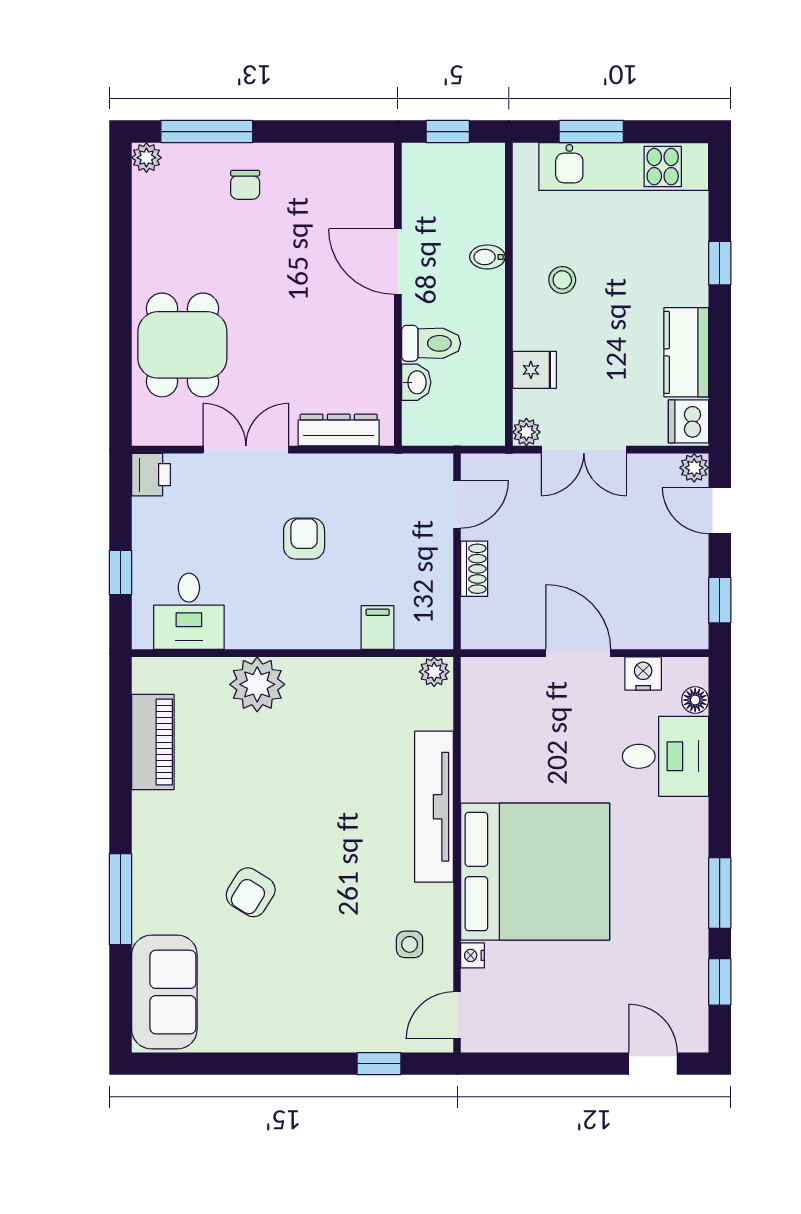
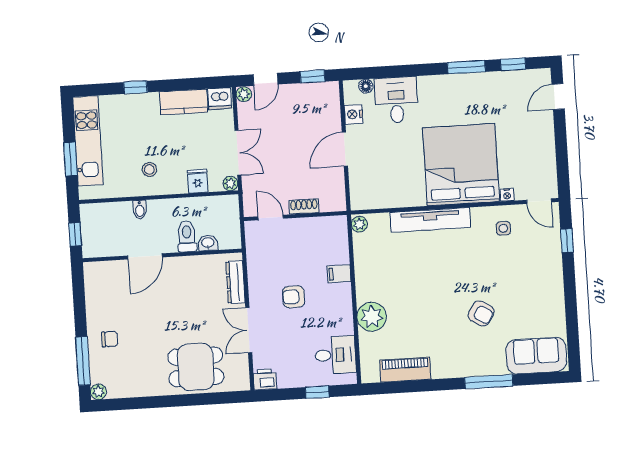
filing cabinet: (378, 628) -> (339, 274), moved

